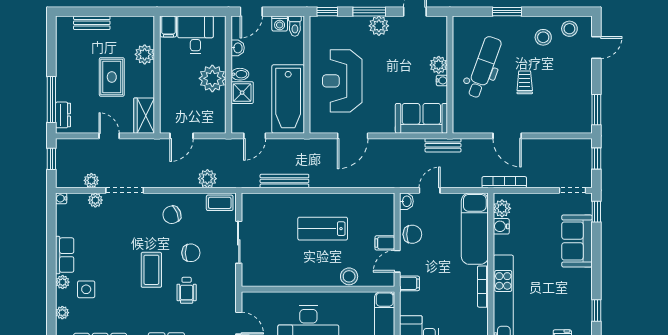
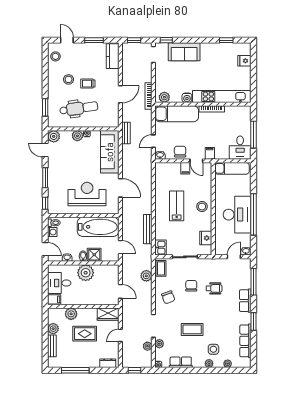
window: (507, 12) -> (45, 107), moved
plant: (120, 25) -> (53, 329), added
plant: (379, 26) -> (54, 136), moved
stool: (543, 37) -> (69, 79), moved
dental chair: (484, 67) -> (79, 108), turned 152
reception desk: (342, 81) -> (87, 194), turned 180
window: (51, 99) -> (75, 370), moved
window: (596, 110) -> (94, 40), moved
sofa: (421, 118) -> (110, 152), width x1.36
kitchen counter: (570, 123) -> (113, 56), added
door: (430, 190) -> (153, 141), hinge flipped
kitchen sink: (254, 202) -> (161, 248), added
water cooler: (501, 226) -> (187, 98), moved
lab bench: (323, 229) -> (177, 206), turned 180
row of seats: (65, 255) -> (181, 362), moved
coffee table: (151, 270) -> (192, 329), moved
stool: (349, 276) -> (202, 207), moved
fridge: (270, 277) -> (206, 238), added

